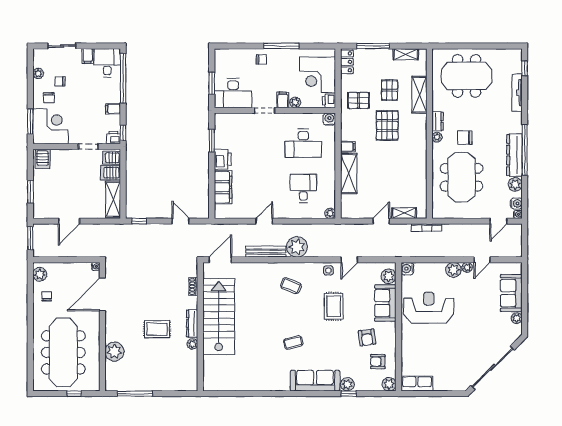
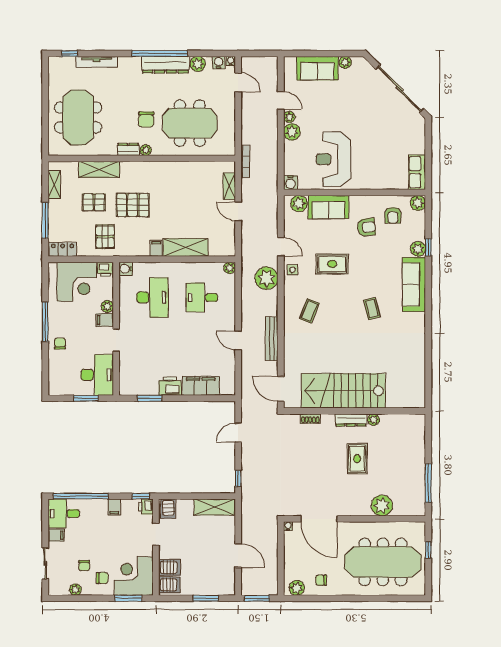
server rack: (111, 173) -> (170, 567), moved, turned -90
plant: (297, 247) -> (267, 278), moved

